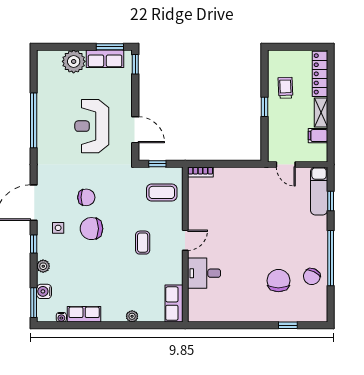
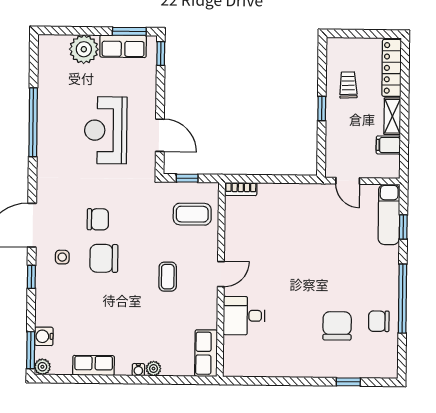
plant: (43, 266) -> (42, 367), moved
chair: (312, 277) -> (379, 321), turned 64
water cooler: (61, 317) -> (138, 370), moved

